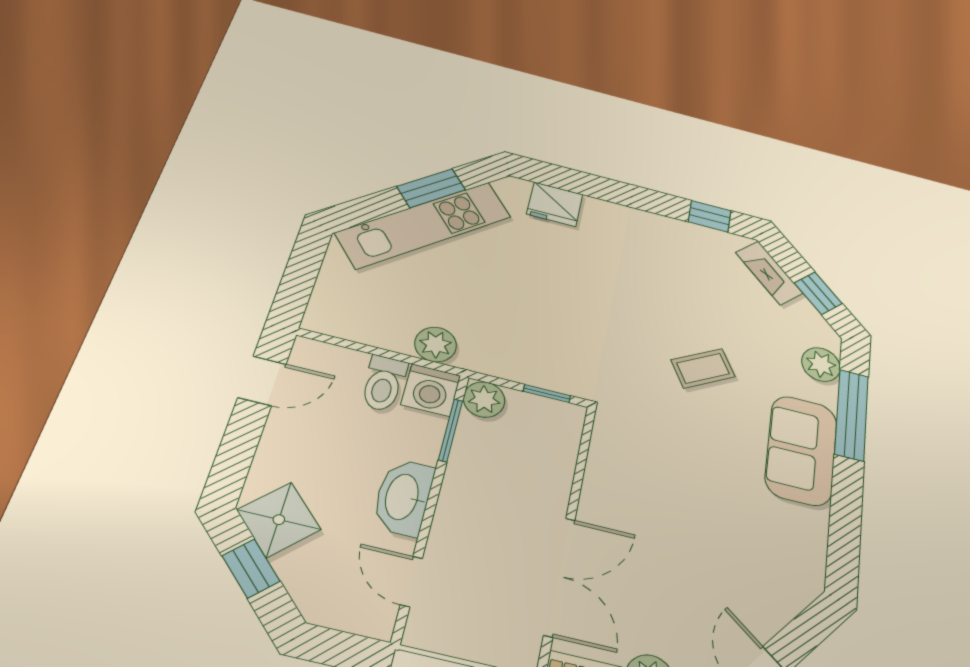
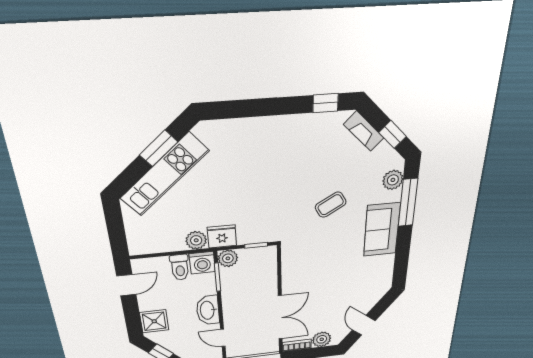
fridge: (555, 204) -> (222, 236), moved, turned 180
shower: (279, 520) -> (154, 321), moved, turned 45

